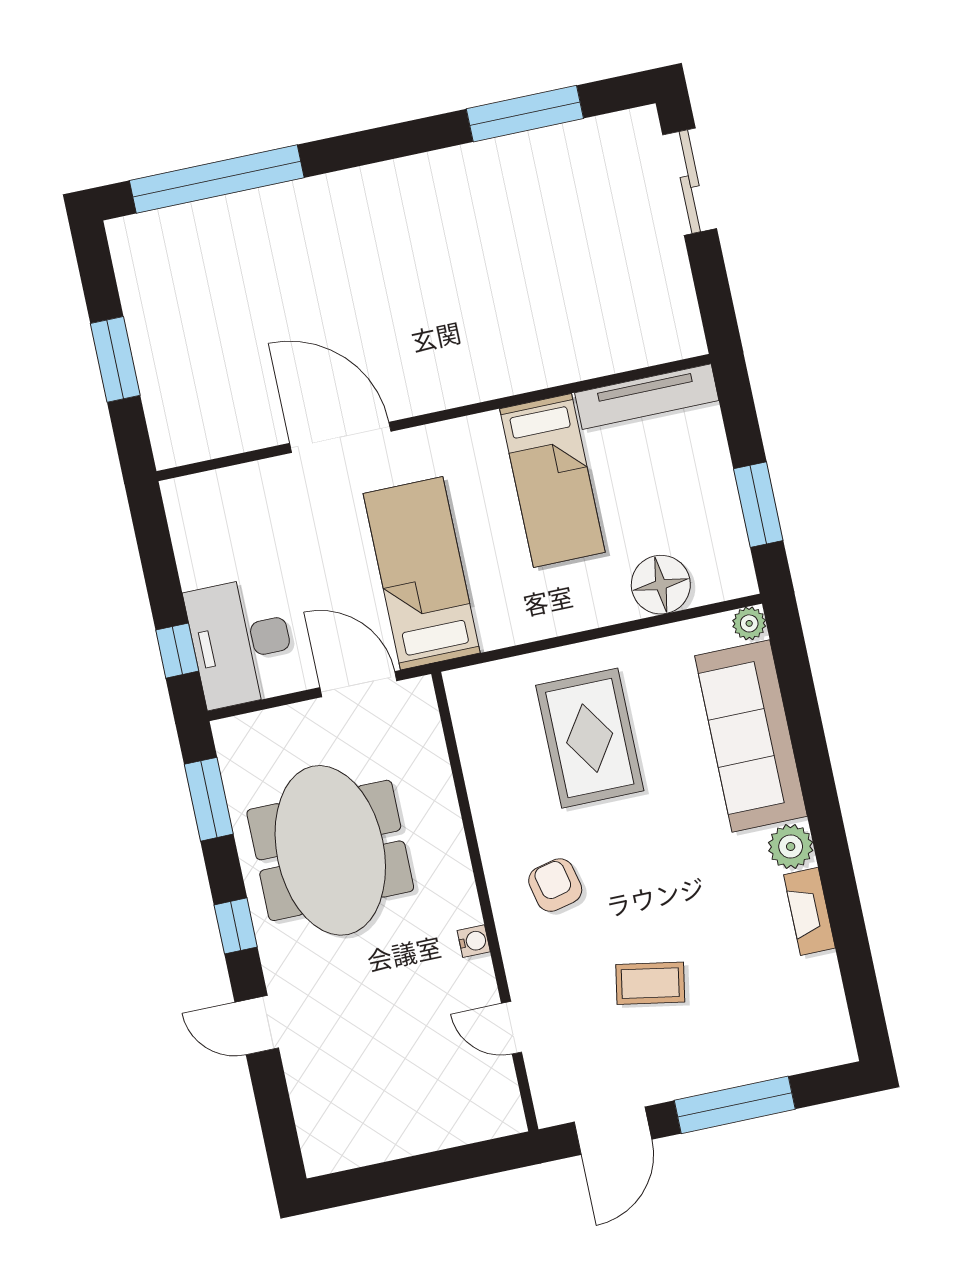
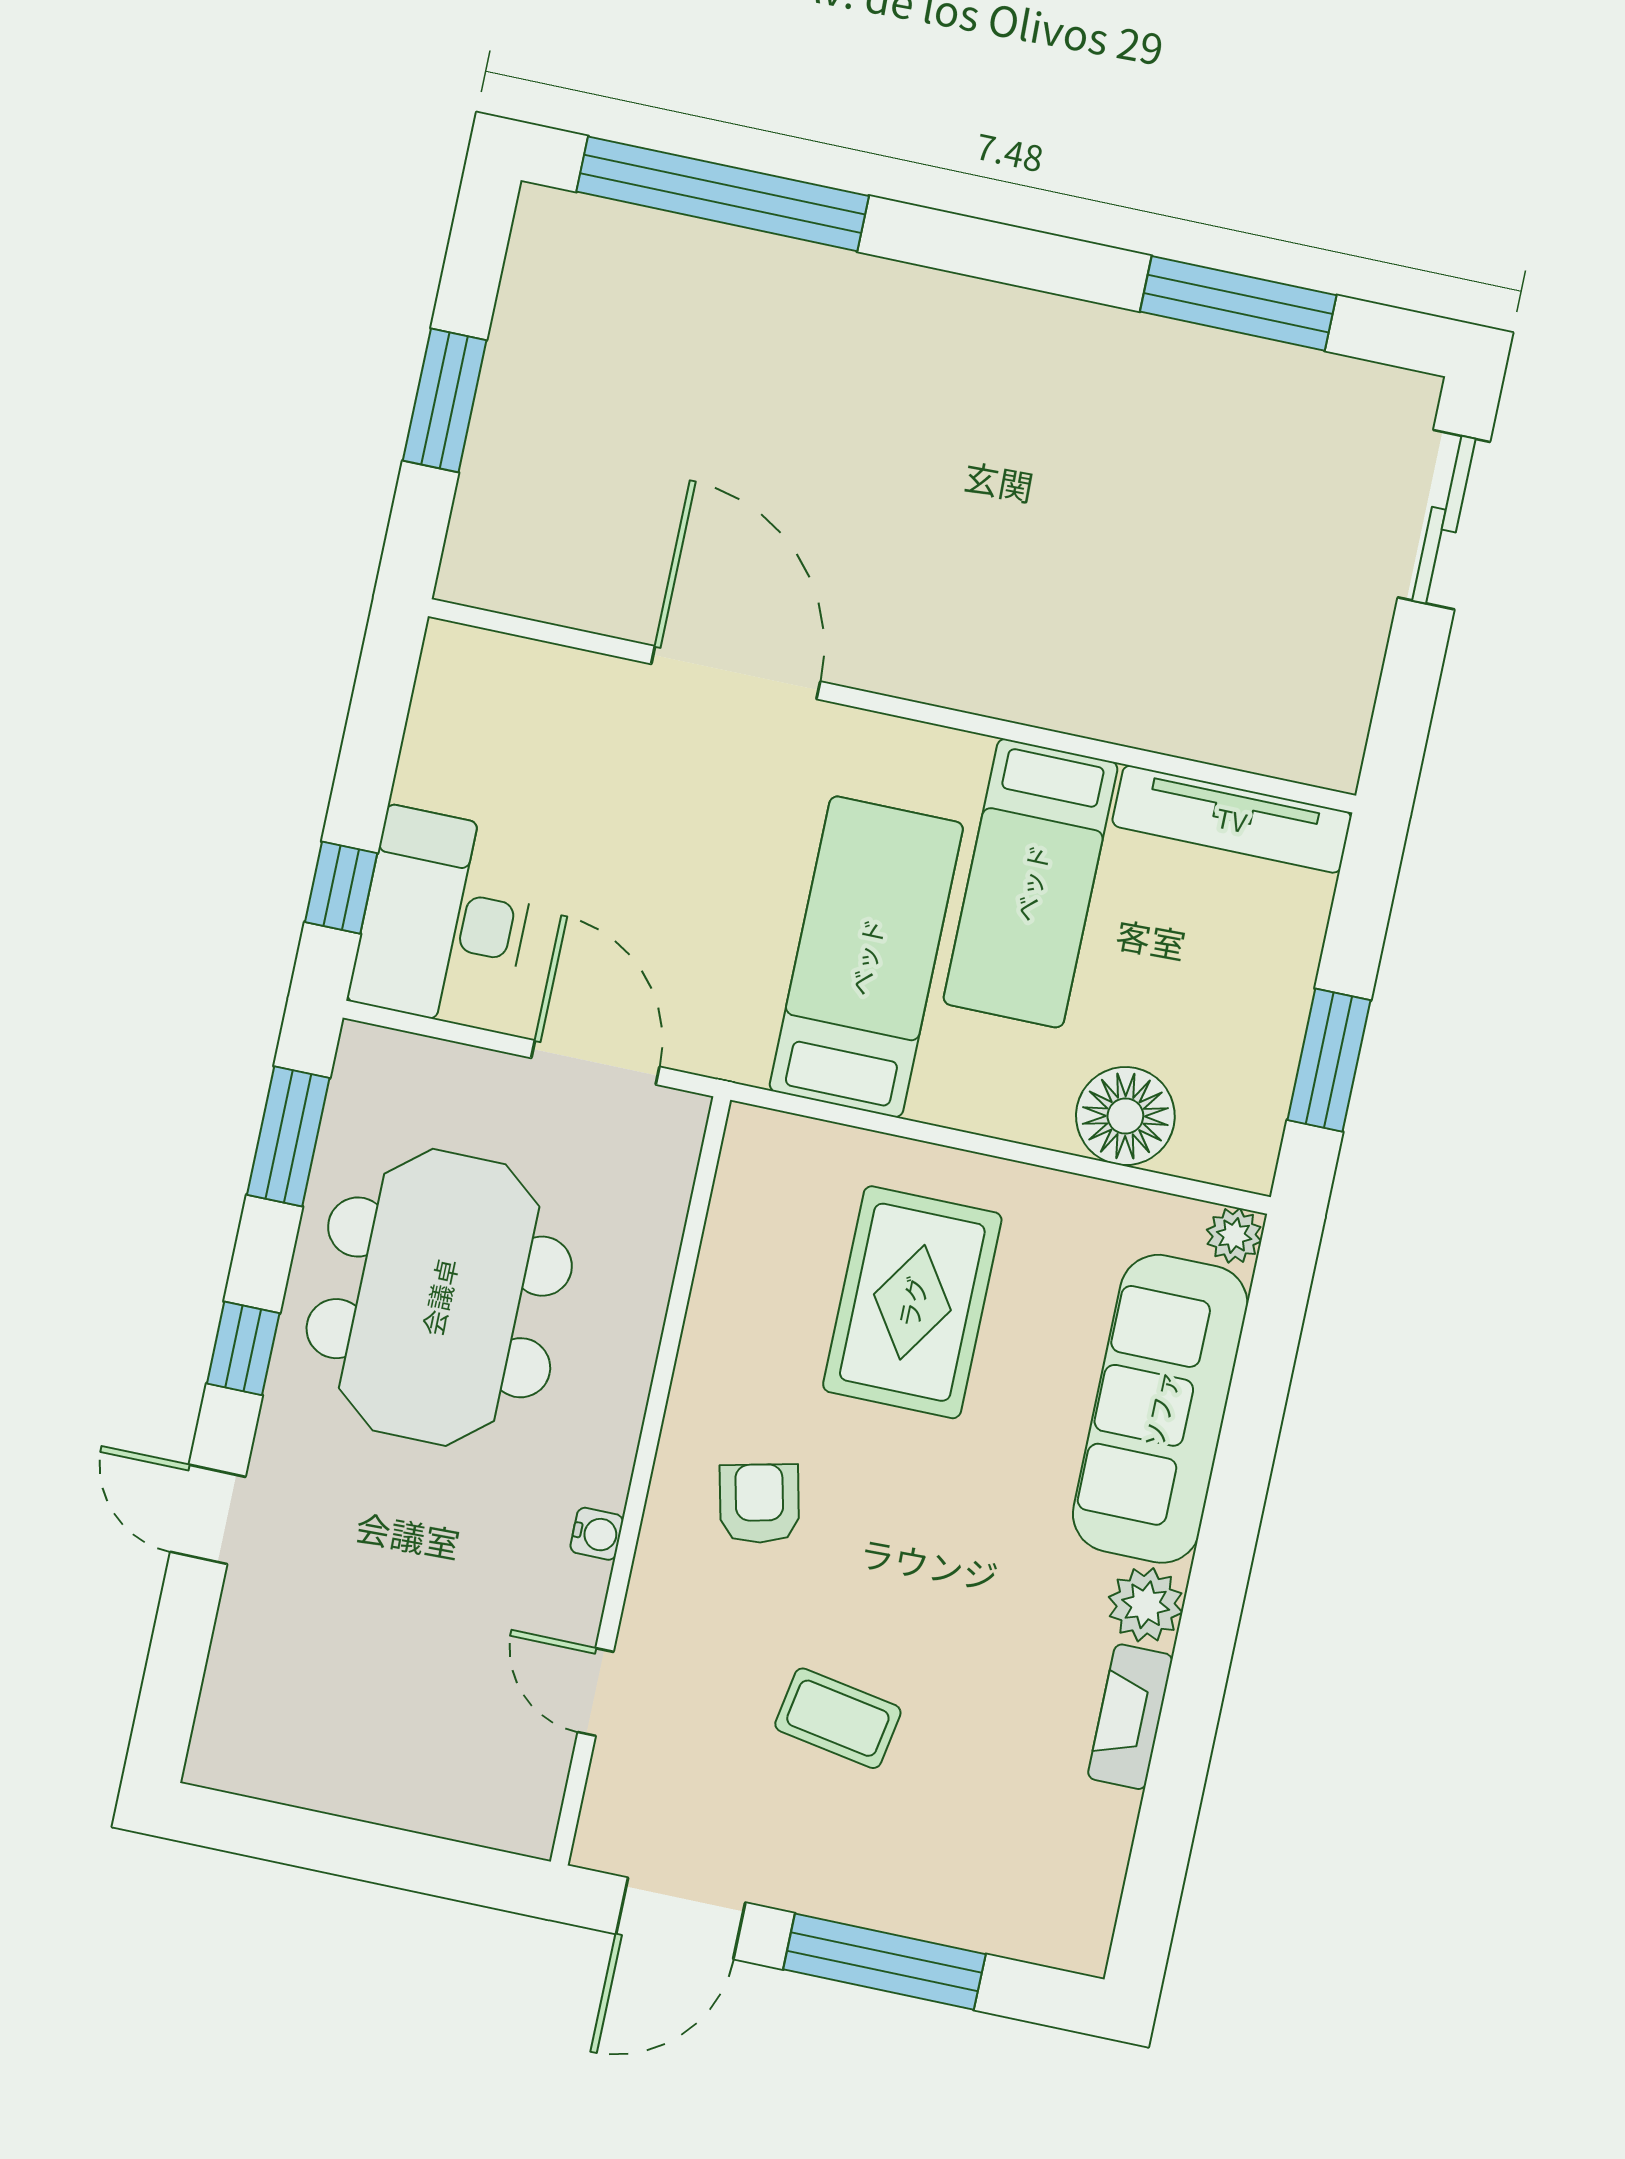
bed: (422, 573) -> (866, 957), moved

